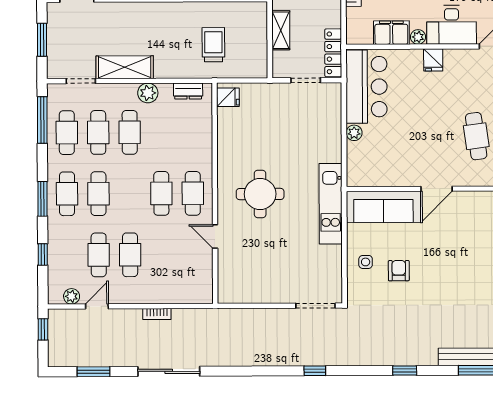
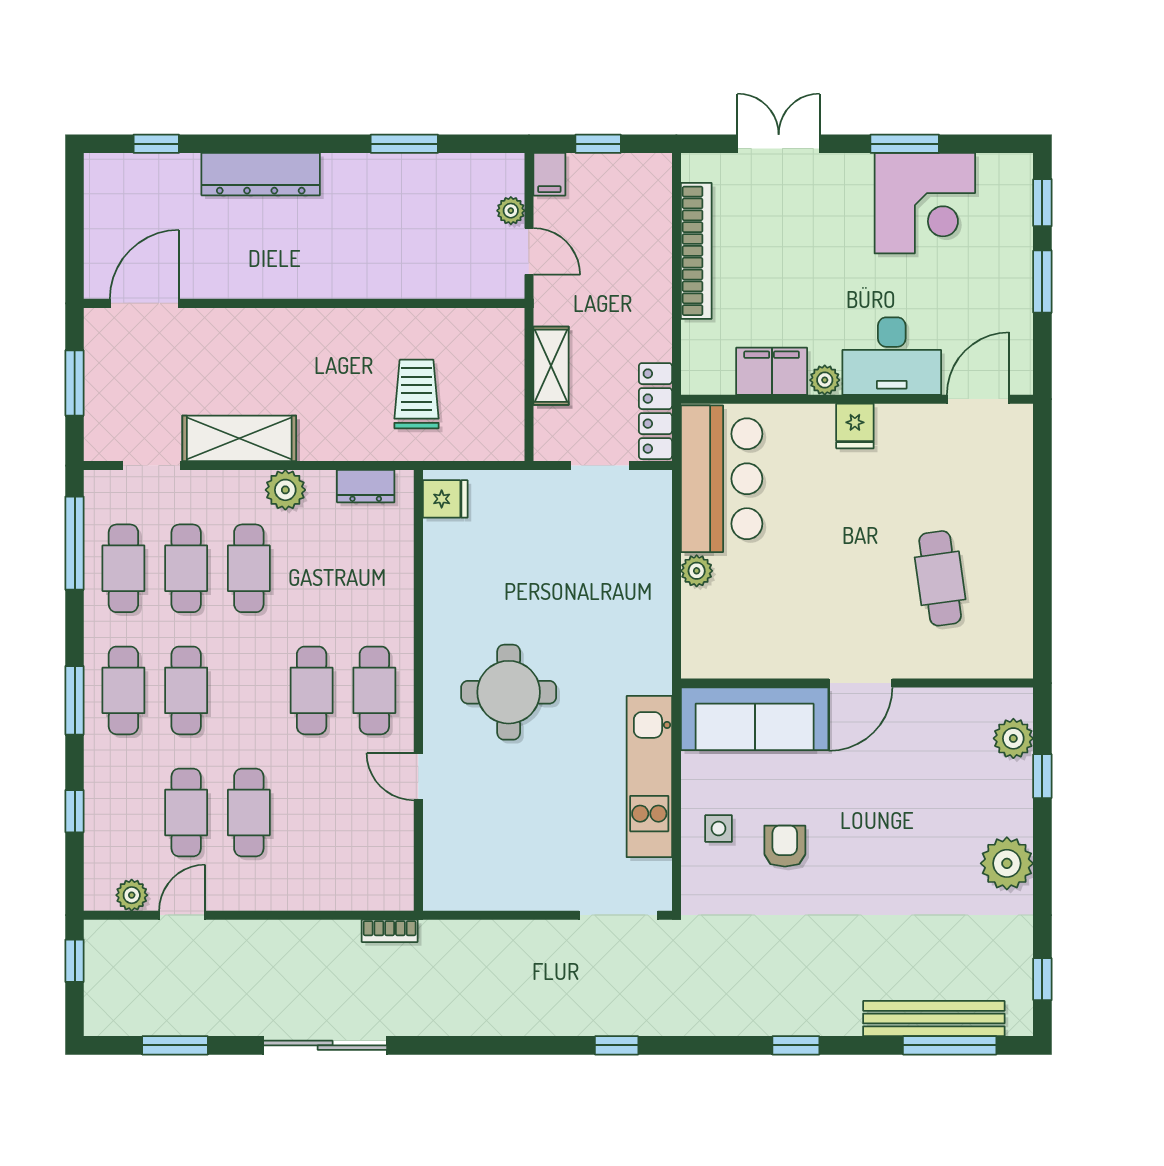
kitchen unit: (331, 204) -> (649, 777), moved
bookcase: (157, 314) -> (390, 931), moved

